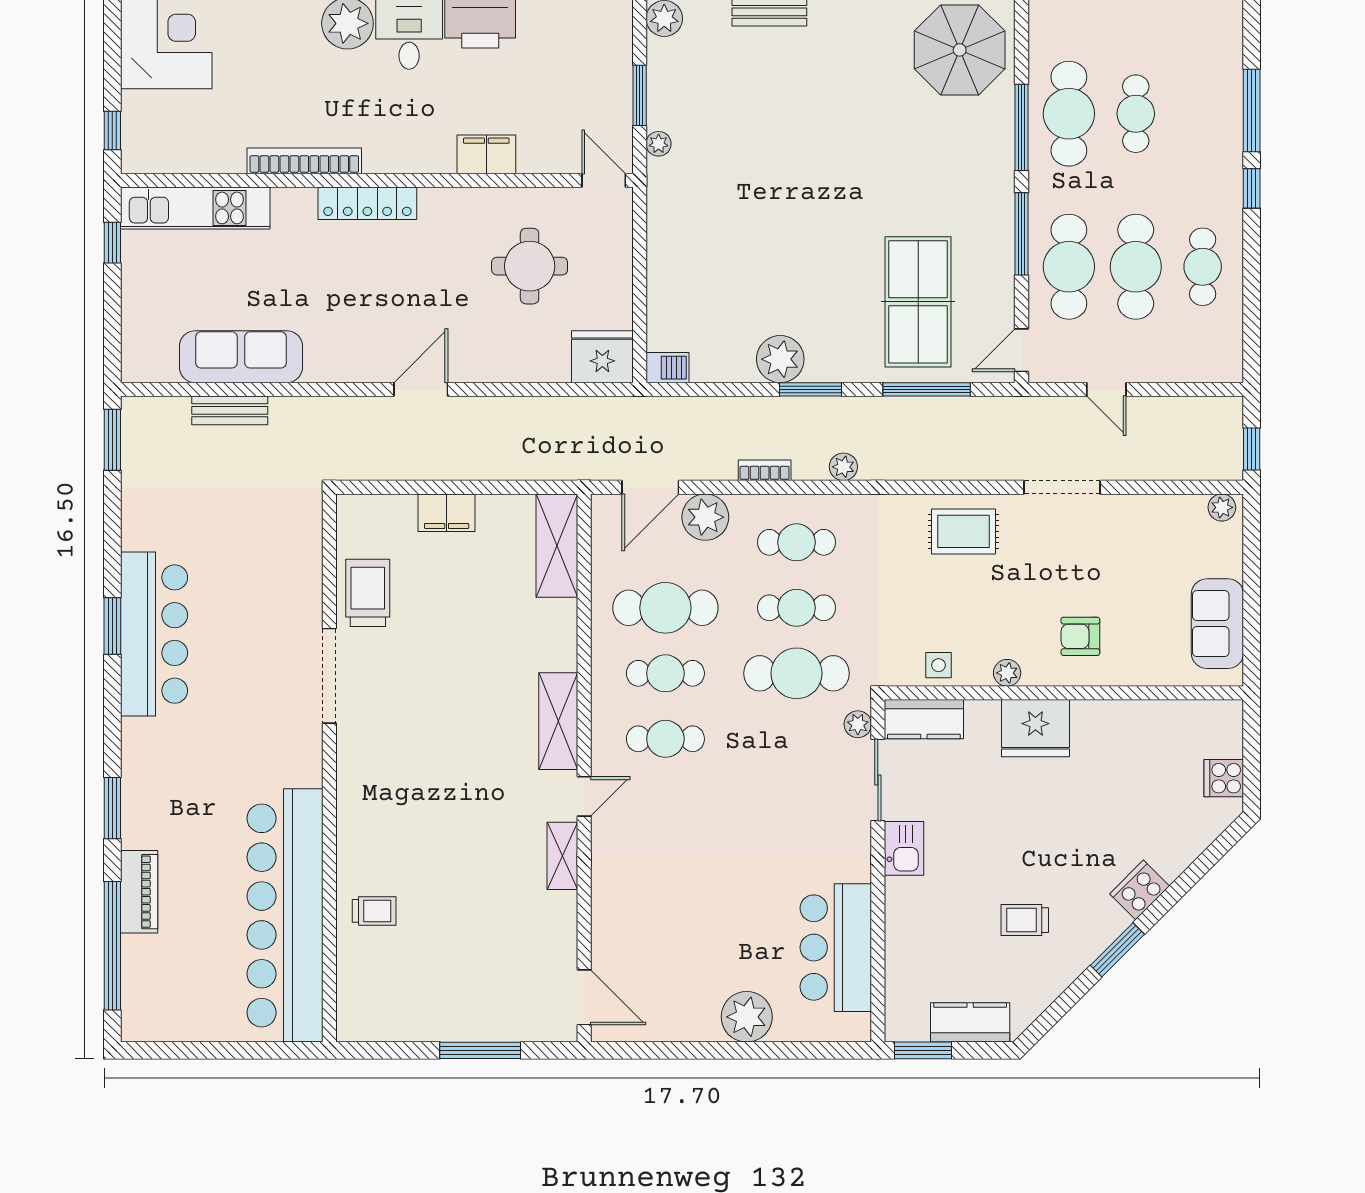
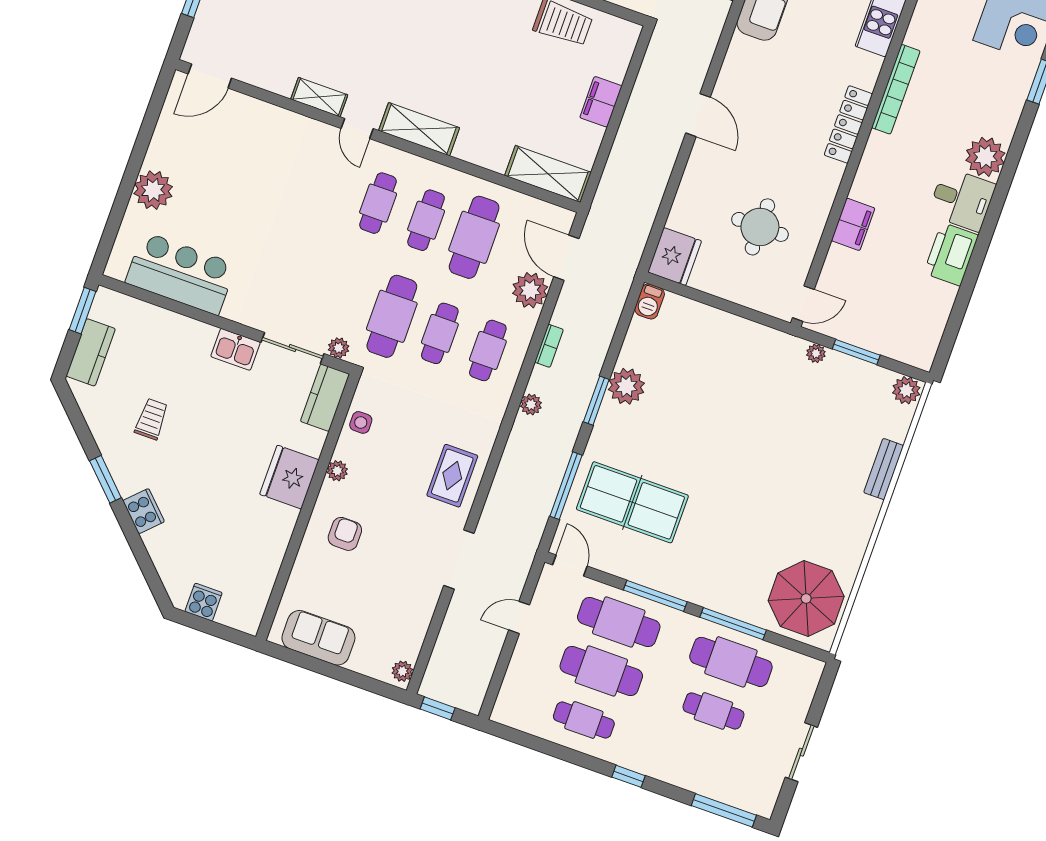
window: (1252, 111) -> (724, 810), moved

